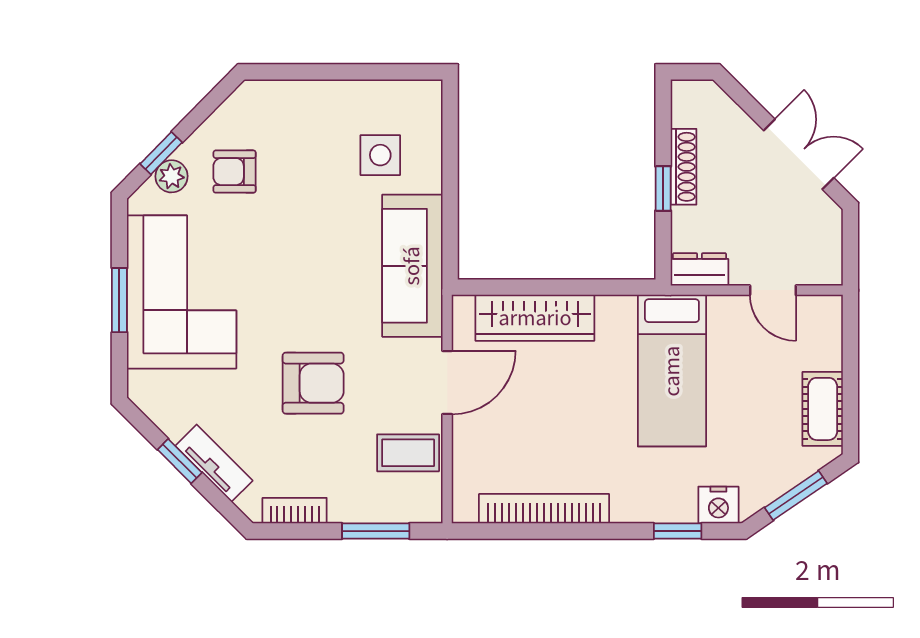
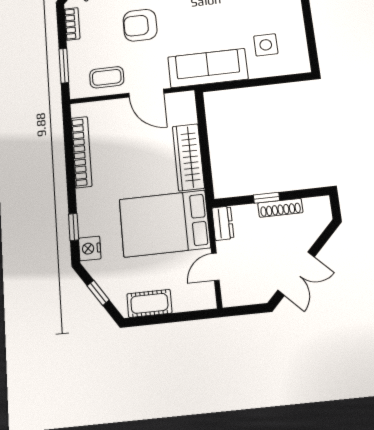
wardrobe: (535, 318) -> (188, 157), moved
bed: (672, 371) -> (165, 223), width x1.50
armchair: (313, 383) -> (140, 25), turned 90
coffee table: (408, 453) -> (107, 77), turned 90
window: (796, 495) -> (98, 293), width x0.67

